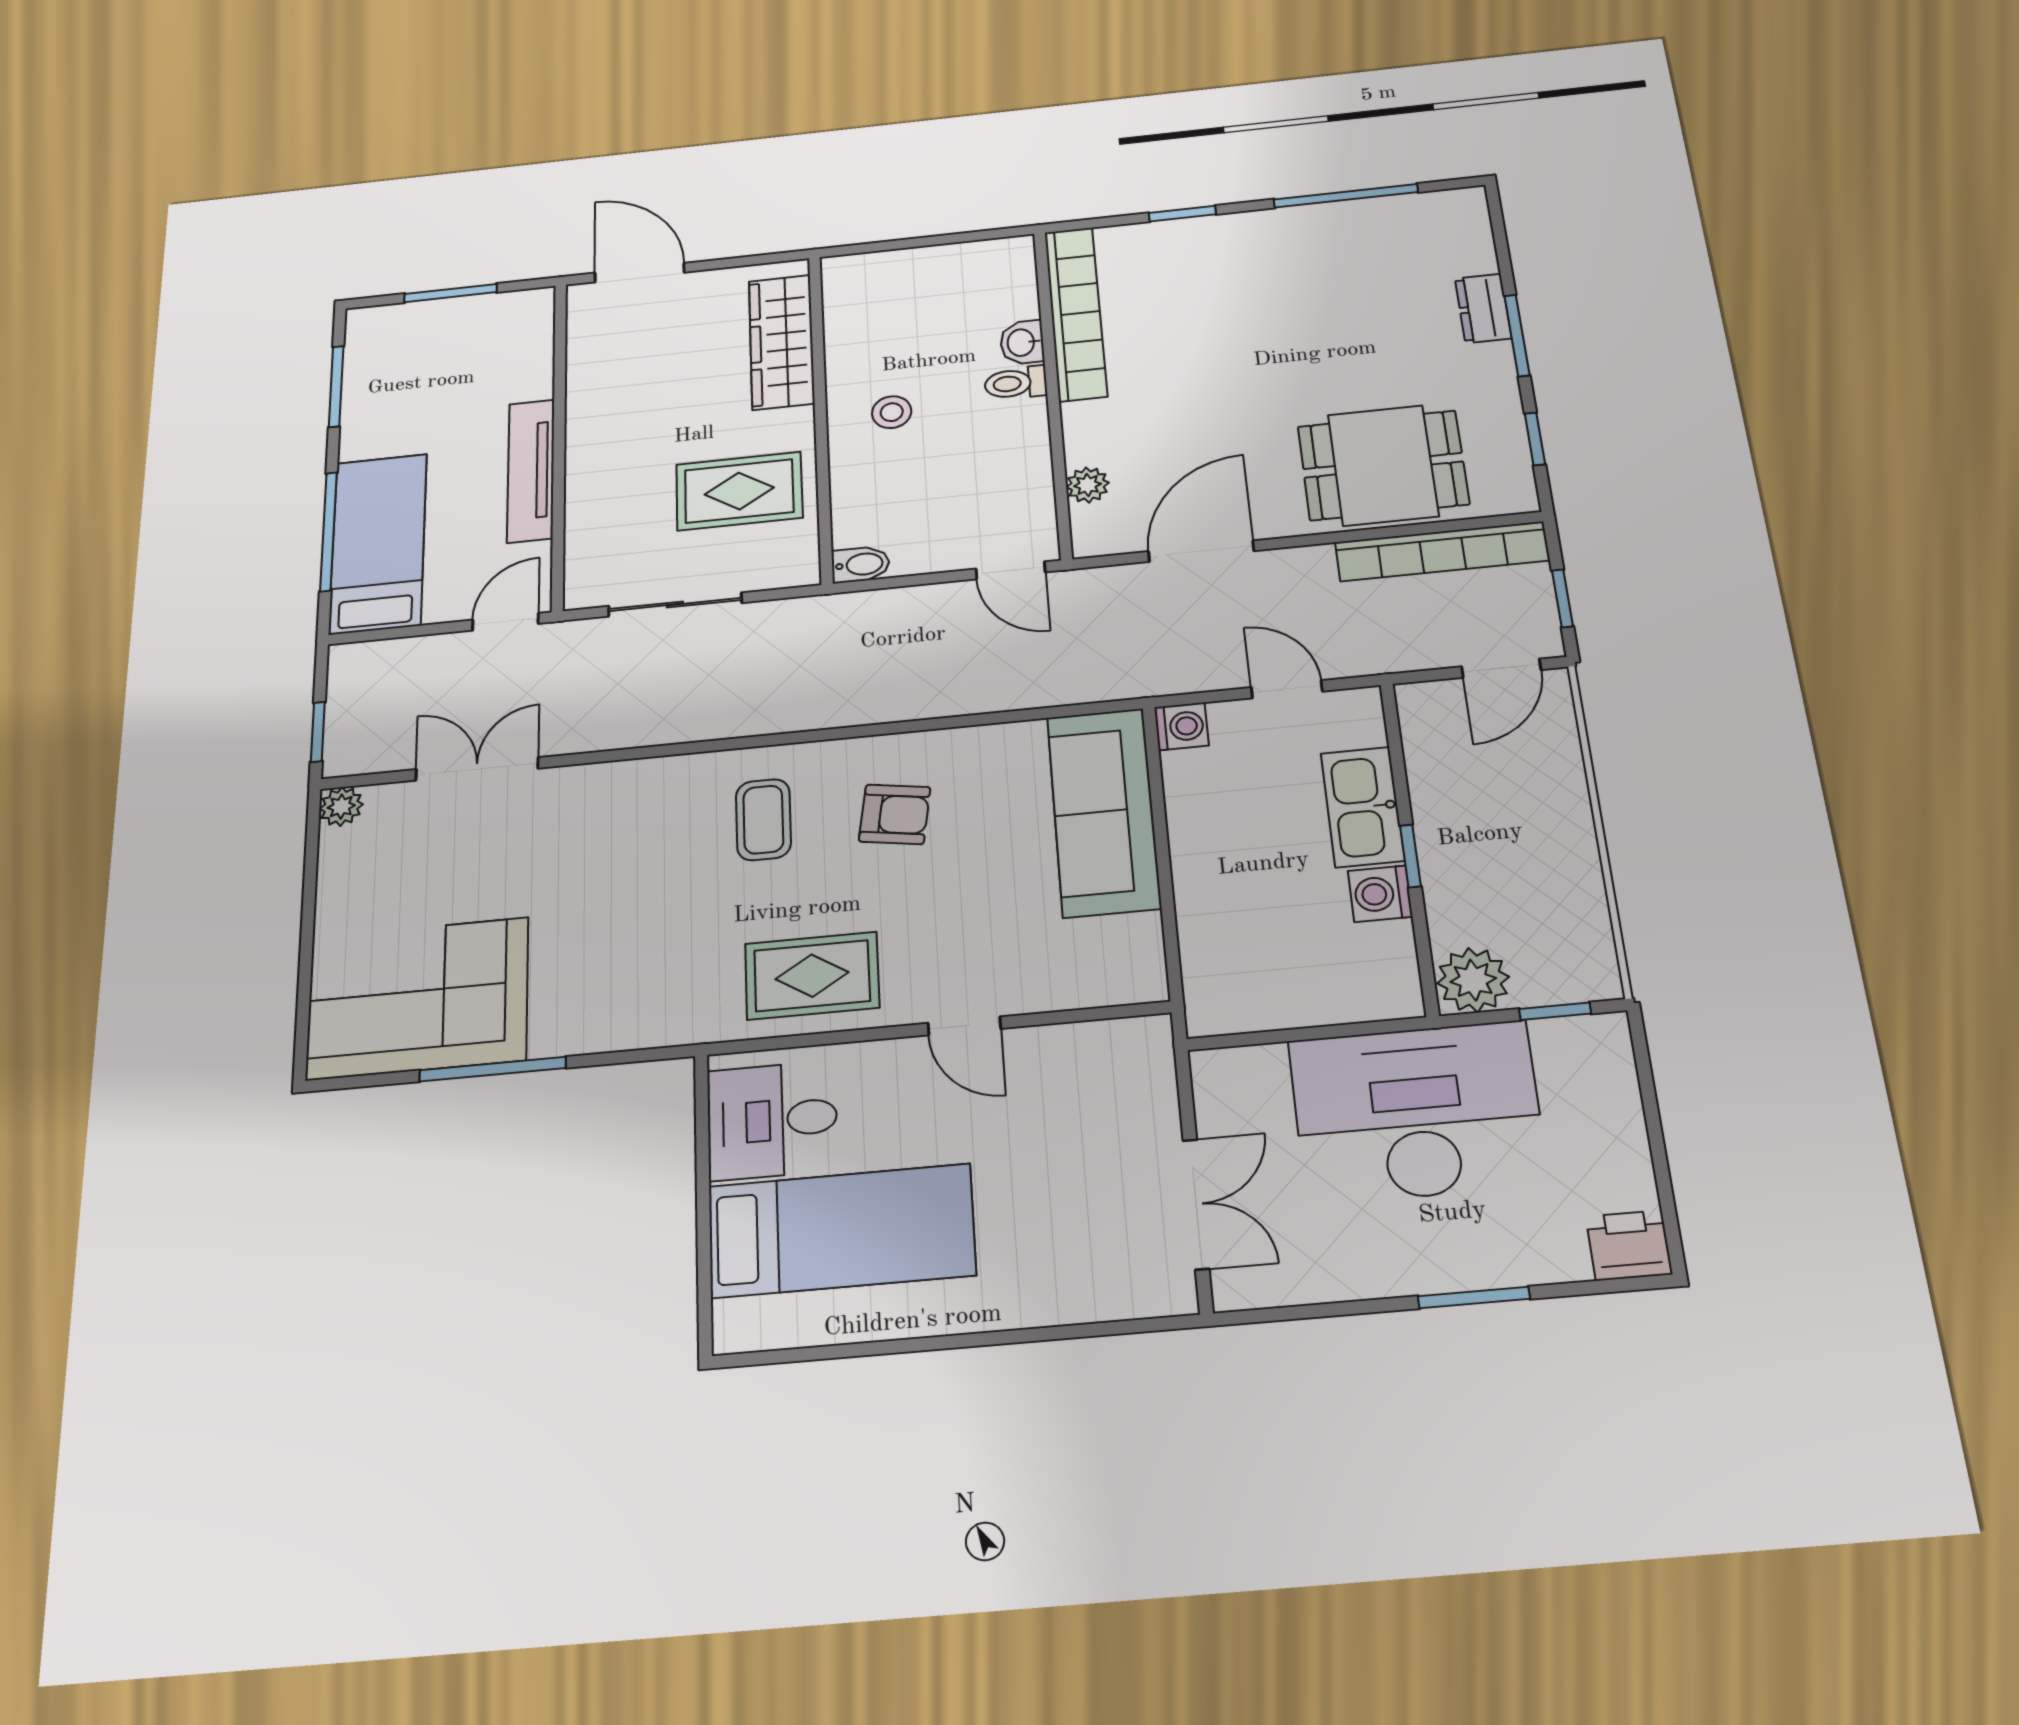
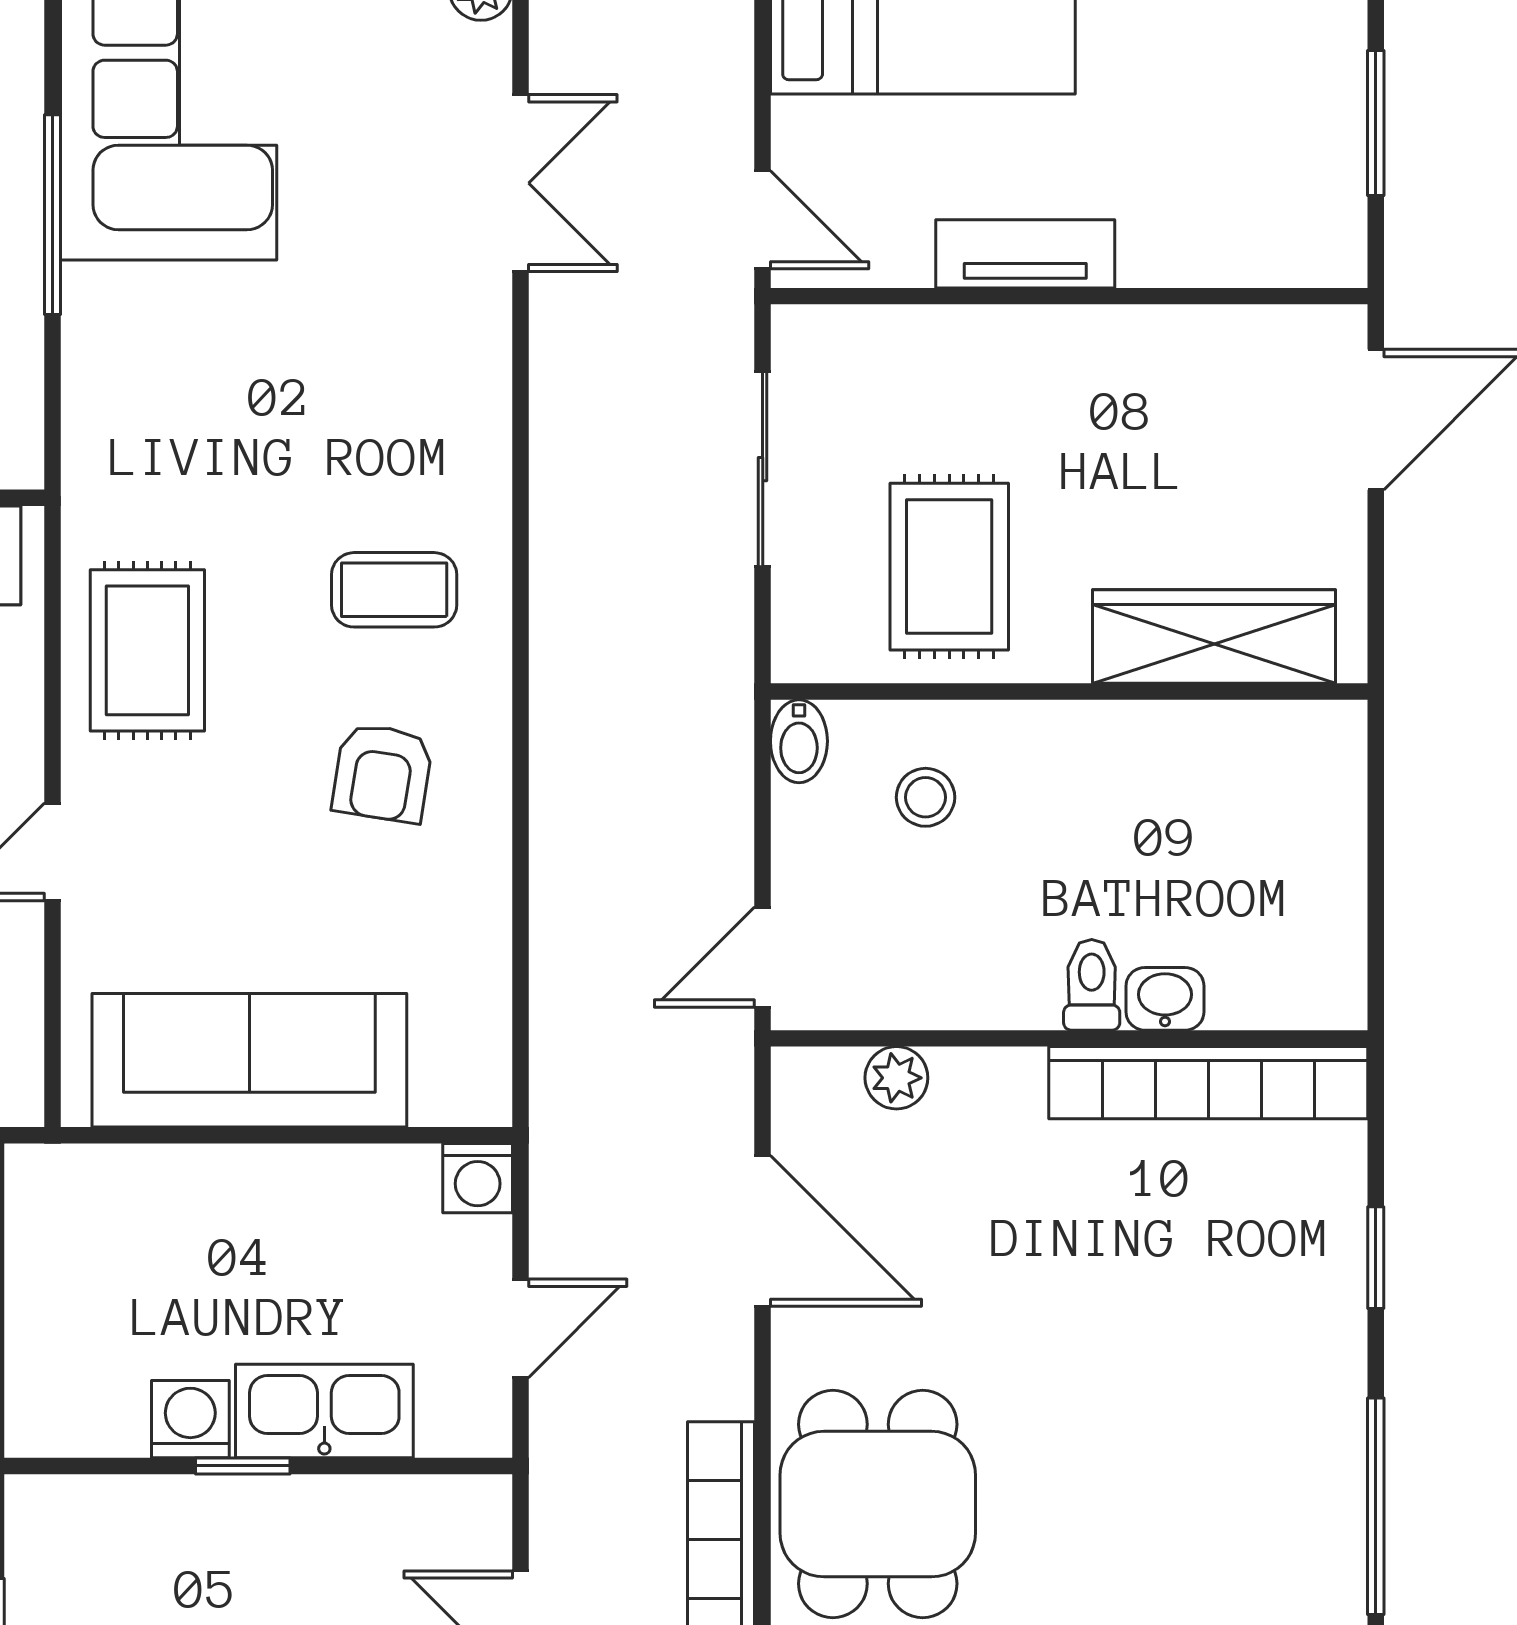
stool: (892, 412) -> (926, 797), moved
tv unit: (531, 471) -> (1025, 254), width x0.71
sofa: (1104, 812) -> (249, 1060), moved
plant: (1473, 980) -> (51, 1525), removed

